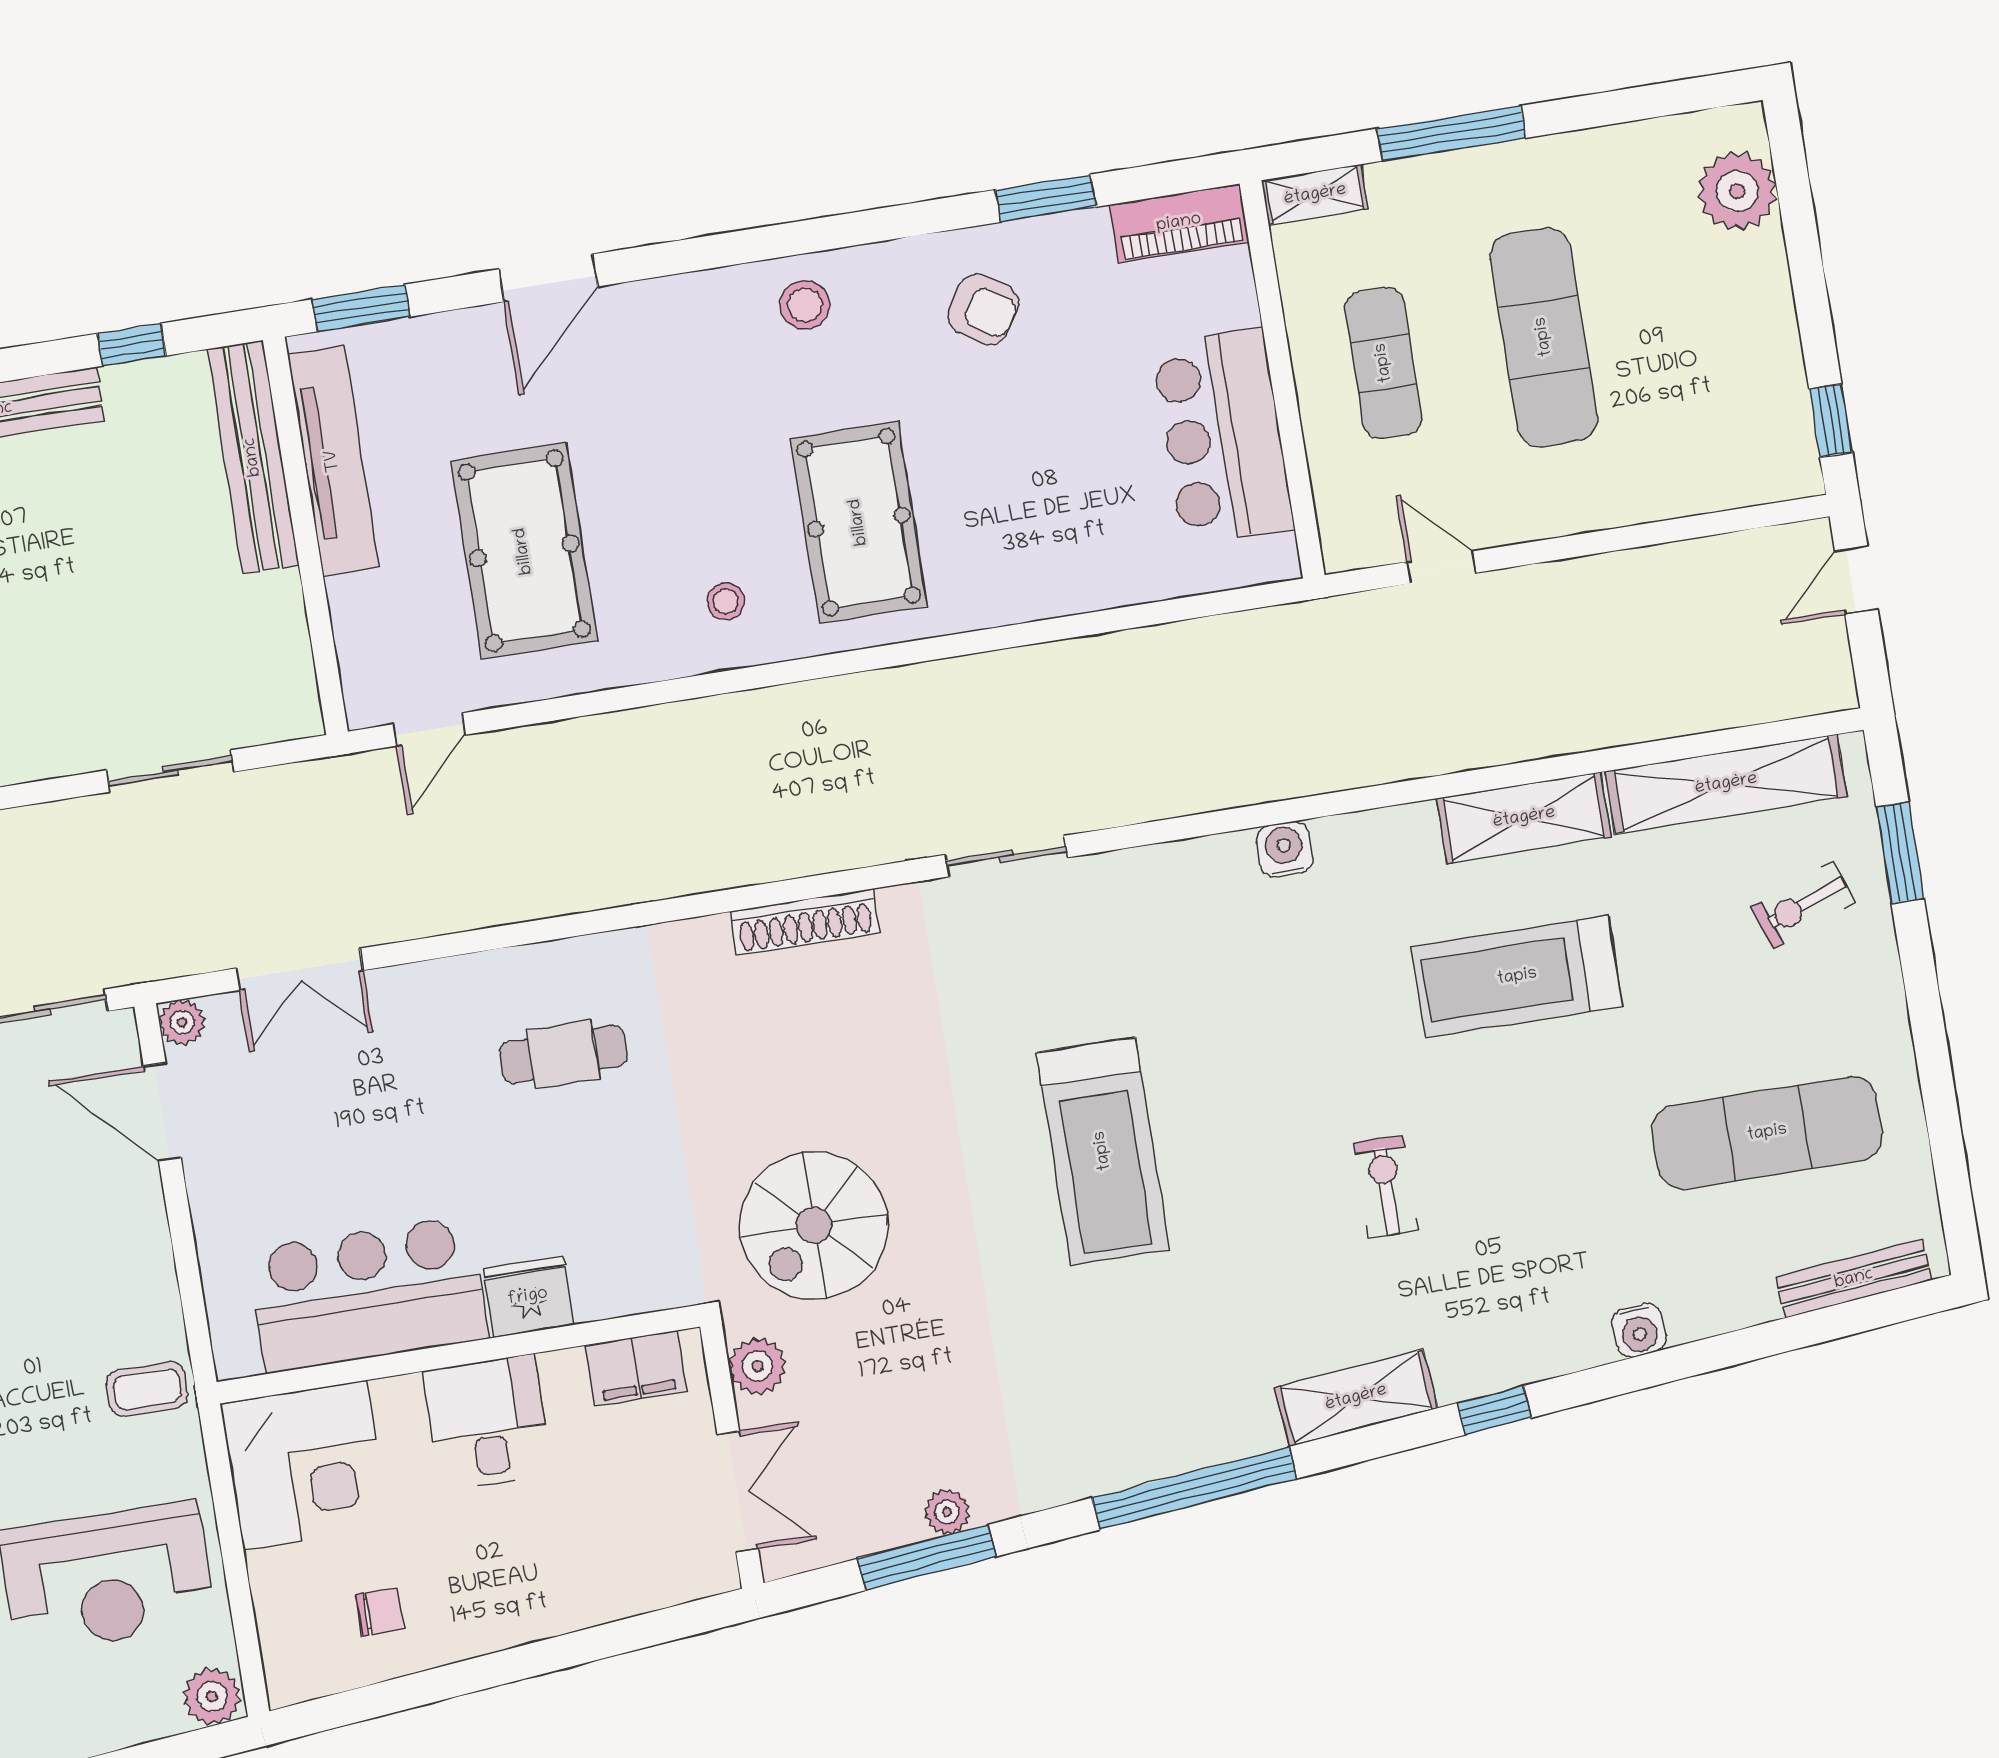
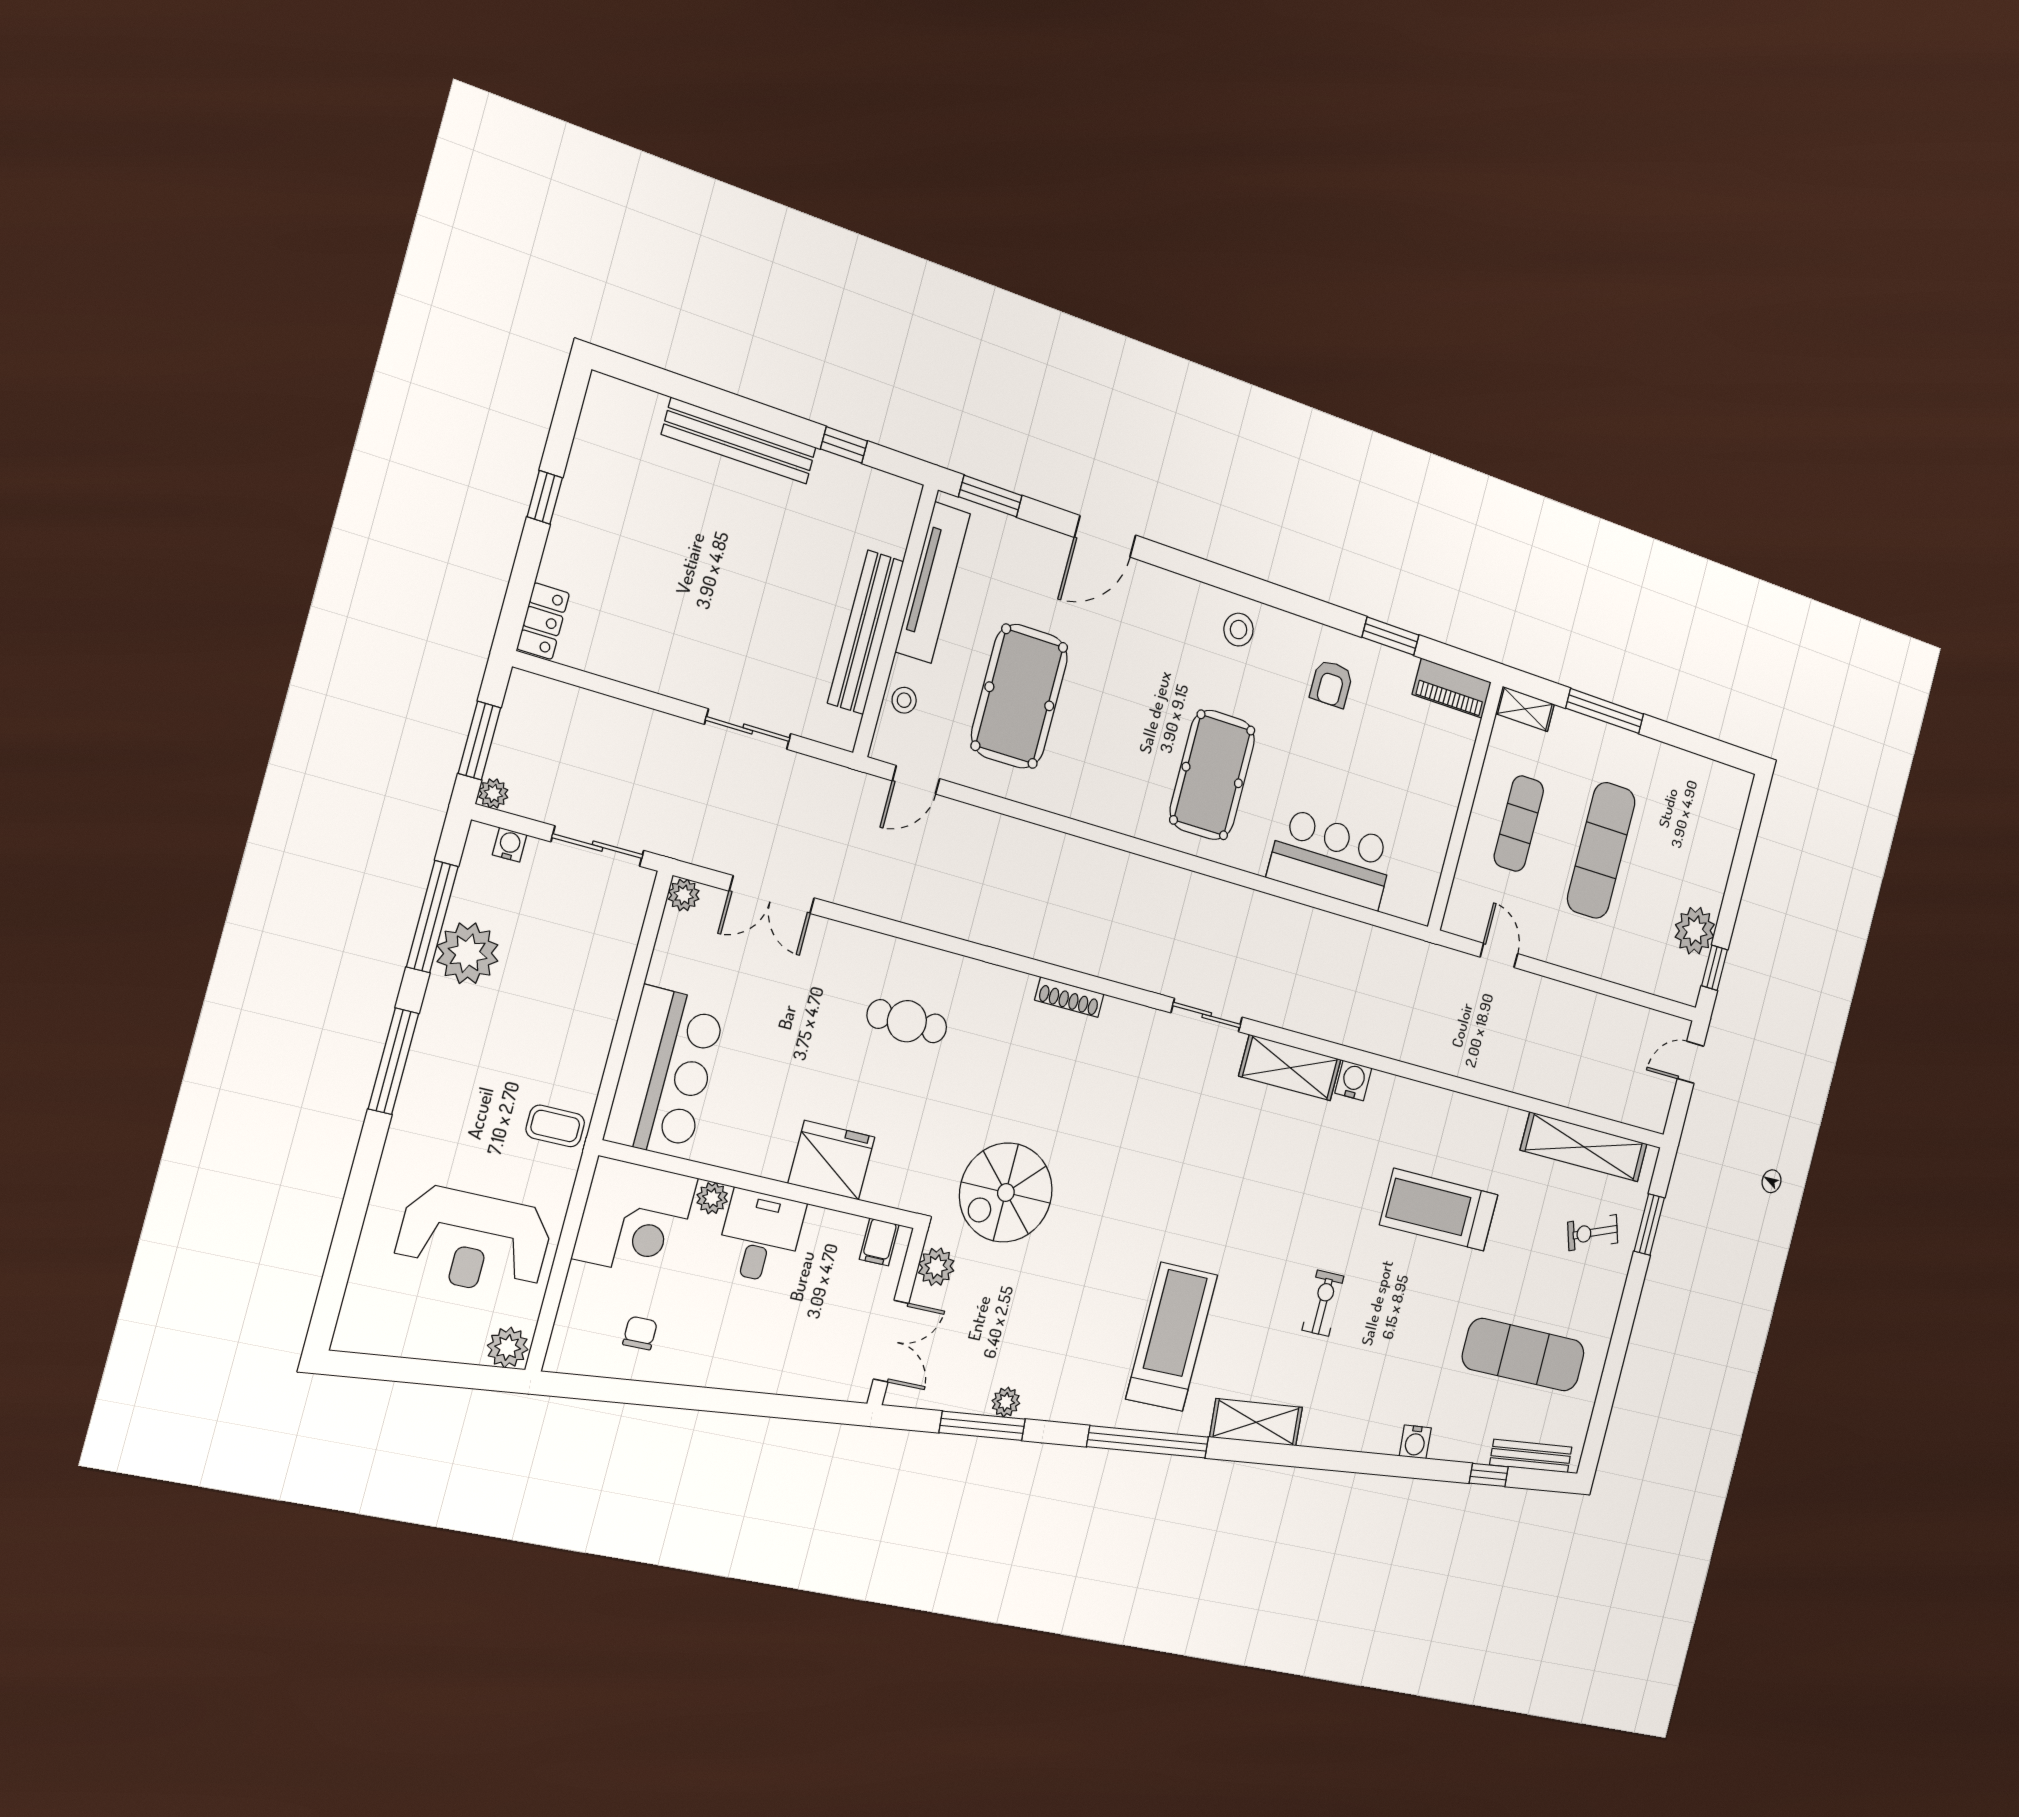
plant: (1737, 191) -> (1695, 931), moved
armchair: (983, 310) -> (1331, 684), turned 57
bar counter: (1223, 437) -> (1331, 859), moved, turned 90
bench: (253, 457) -> (866, 632), moved
stool: (726, 601) -> (904, 700), moved
shelving: (1524, 818) -> (1290, 1068), moved
shoe rack: (805, 922) -> (1069, 997), width x0.74, depth x0.81
door: (162, 1112) -> (645, 948), removed
treadmill: (1103, 1151) -> (1172, 1337), moved, turned 180
bar counter: (368, 1294) -> (665, 1072), moved, turned 90
fridge: (528, 1297) -> (831, 1160), width x1.36, depth x1.34
filing cabinet: (636, 1368) -> (879, 1242), width x0.50
plant: (398, 1398) -> (712, 1198), added
window: (1494, 1410) -> (1489, 1475), moved
chair: (380, 1612) -> (640, 1333), turned -90

